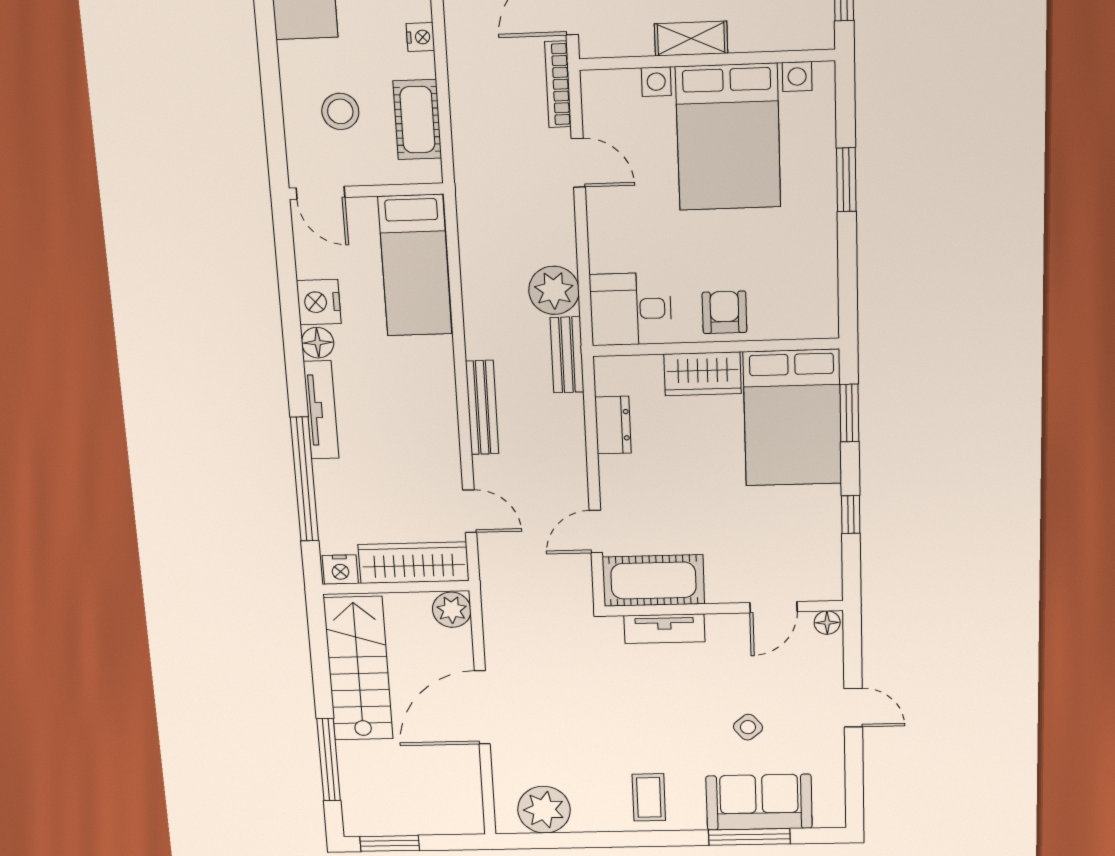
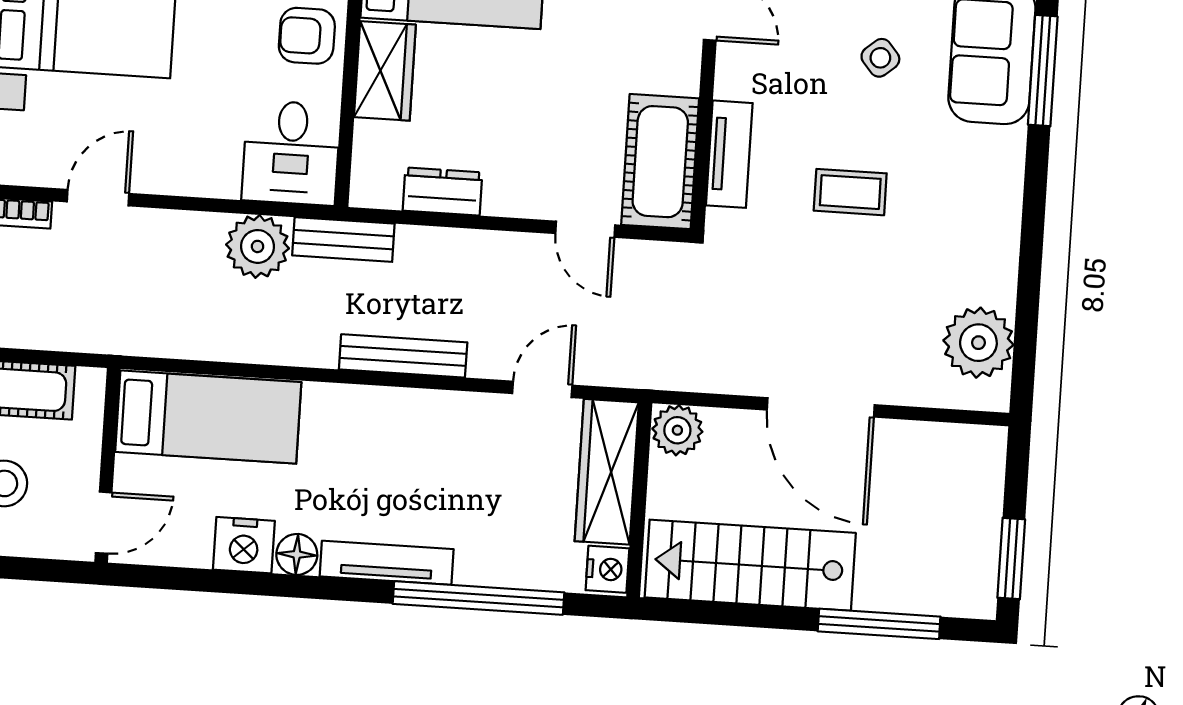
coffee table: (649, 797) -> (850, 192), moved

